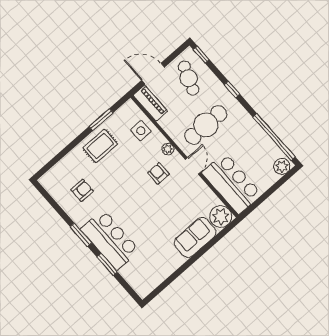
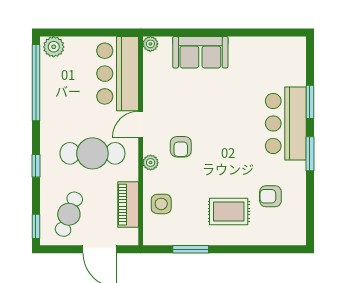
piano: (150, 103) -> (128, 205), moved
rug: (100, 146) -> (229, 212), moved
plant: (221, 217) -> (150, 44), width x0.53, depth x0.53

